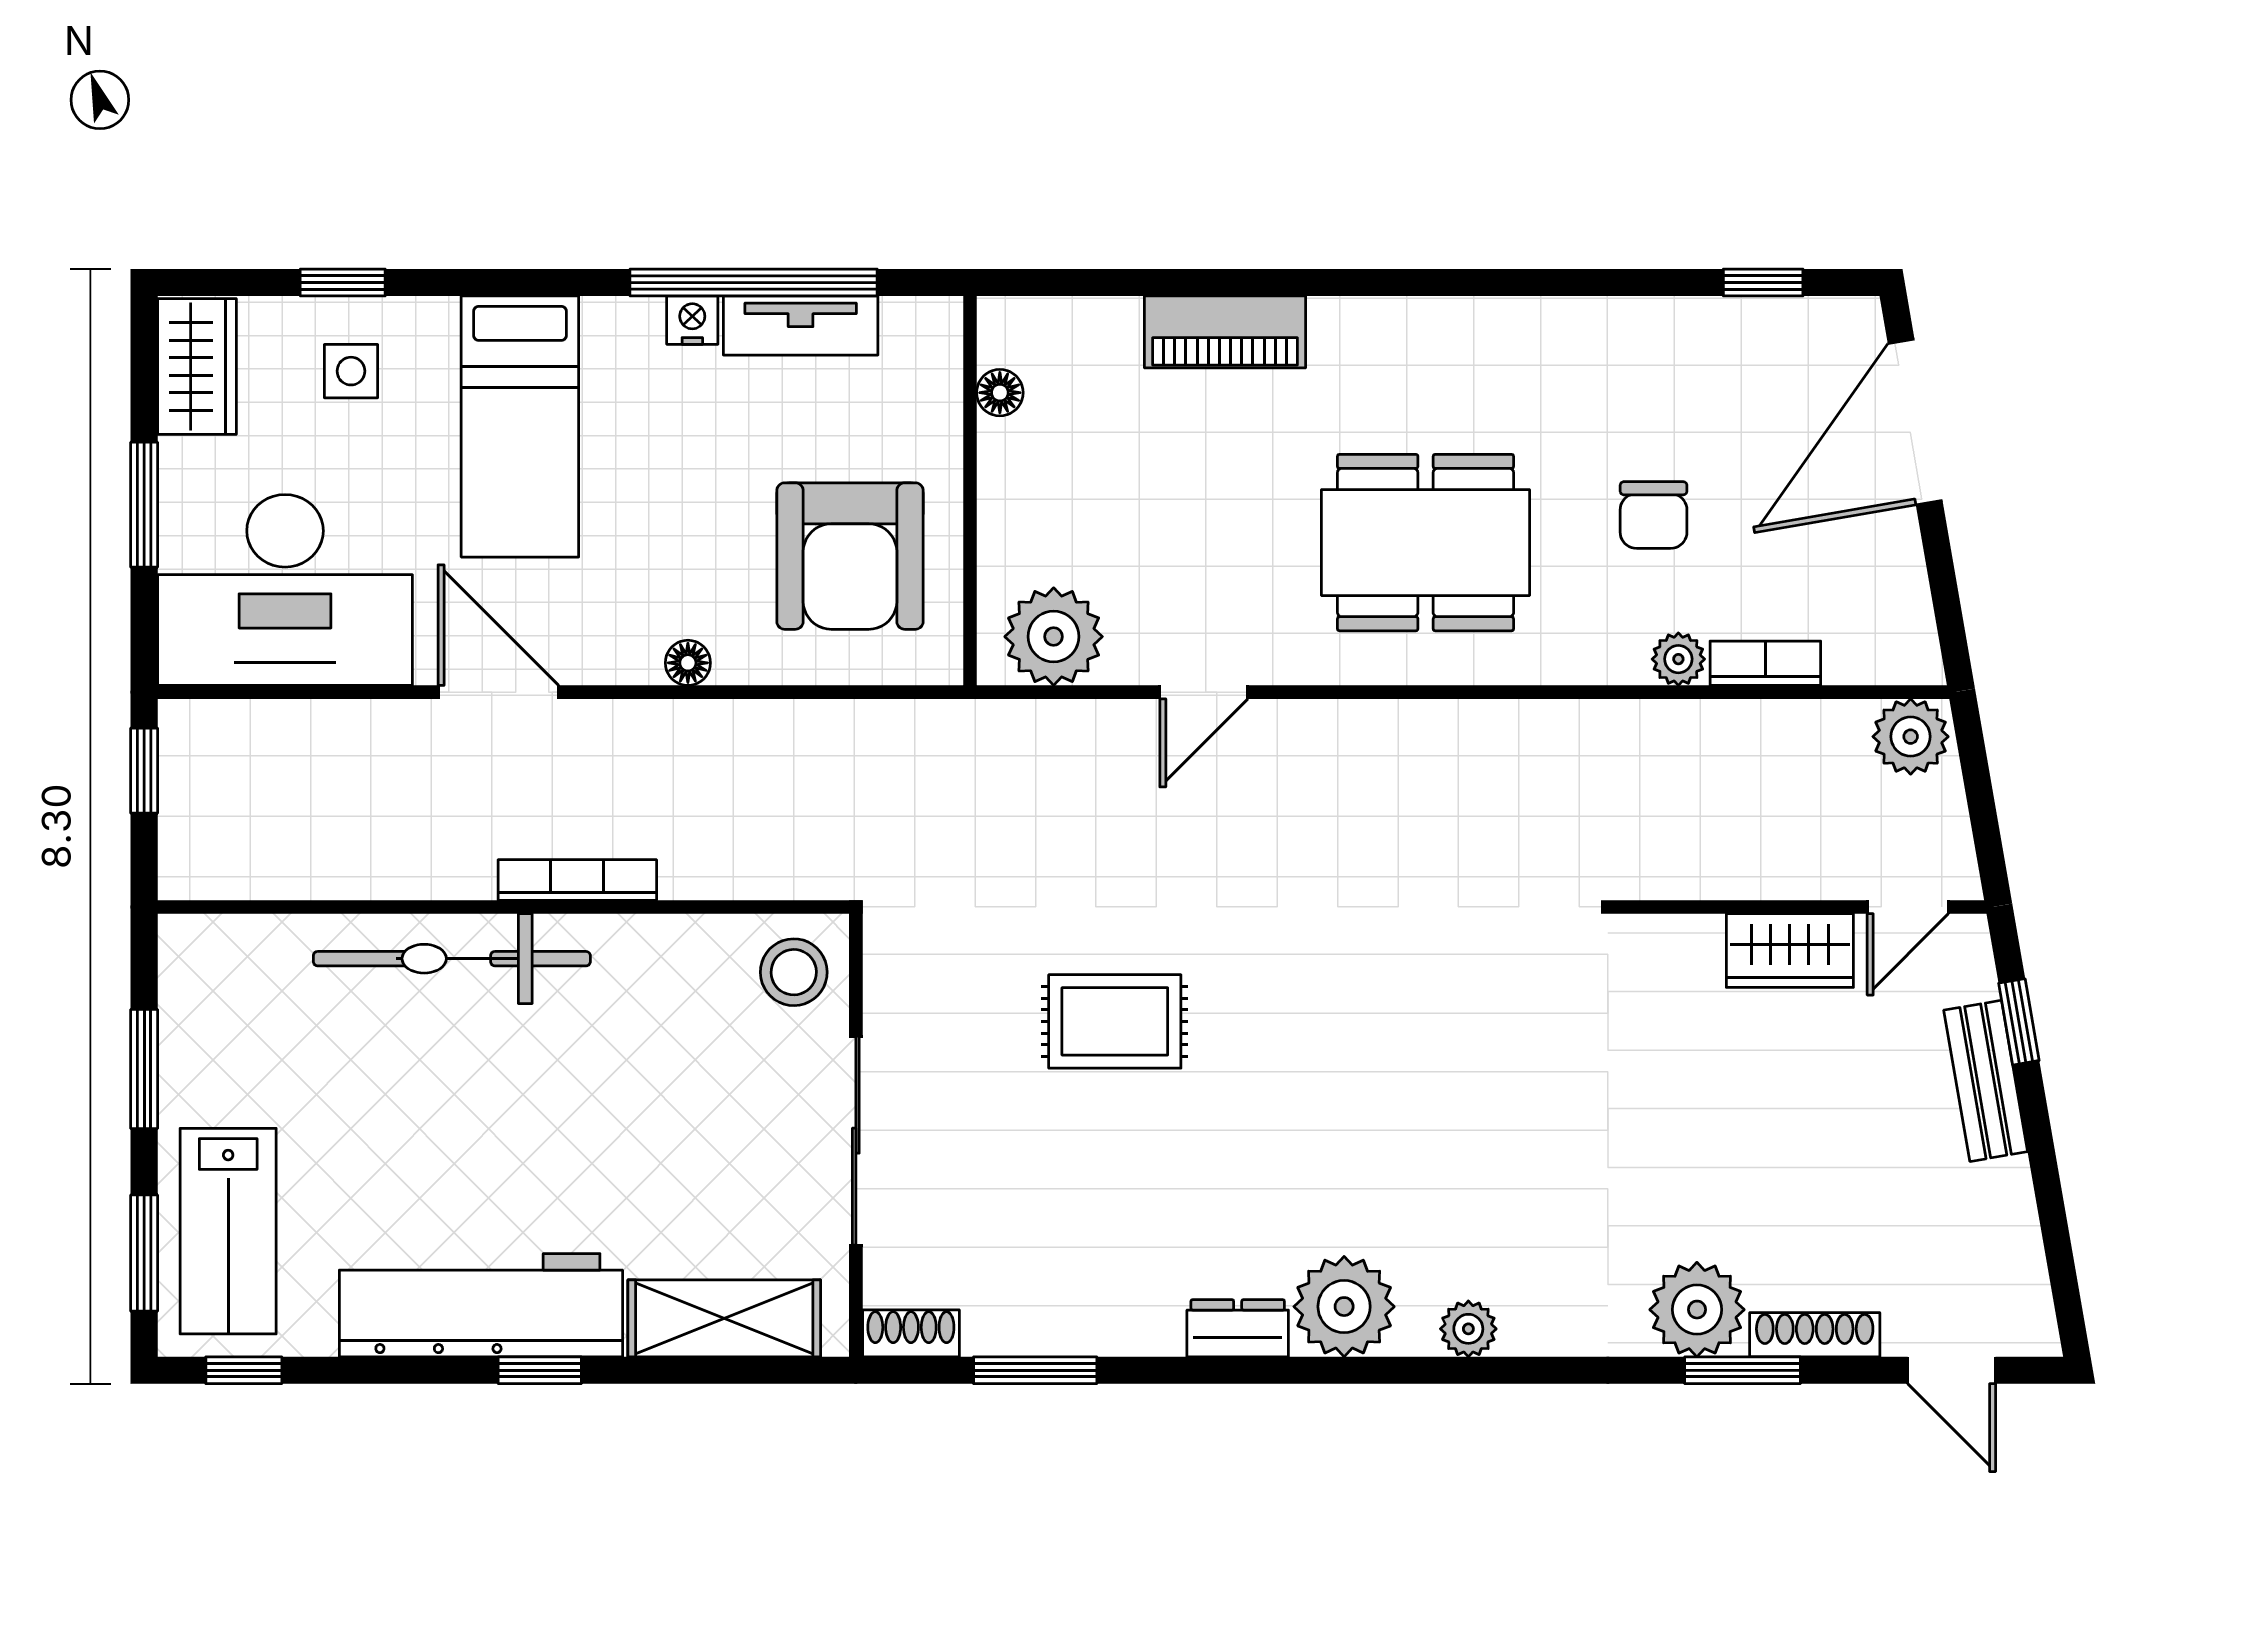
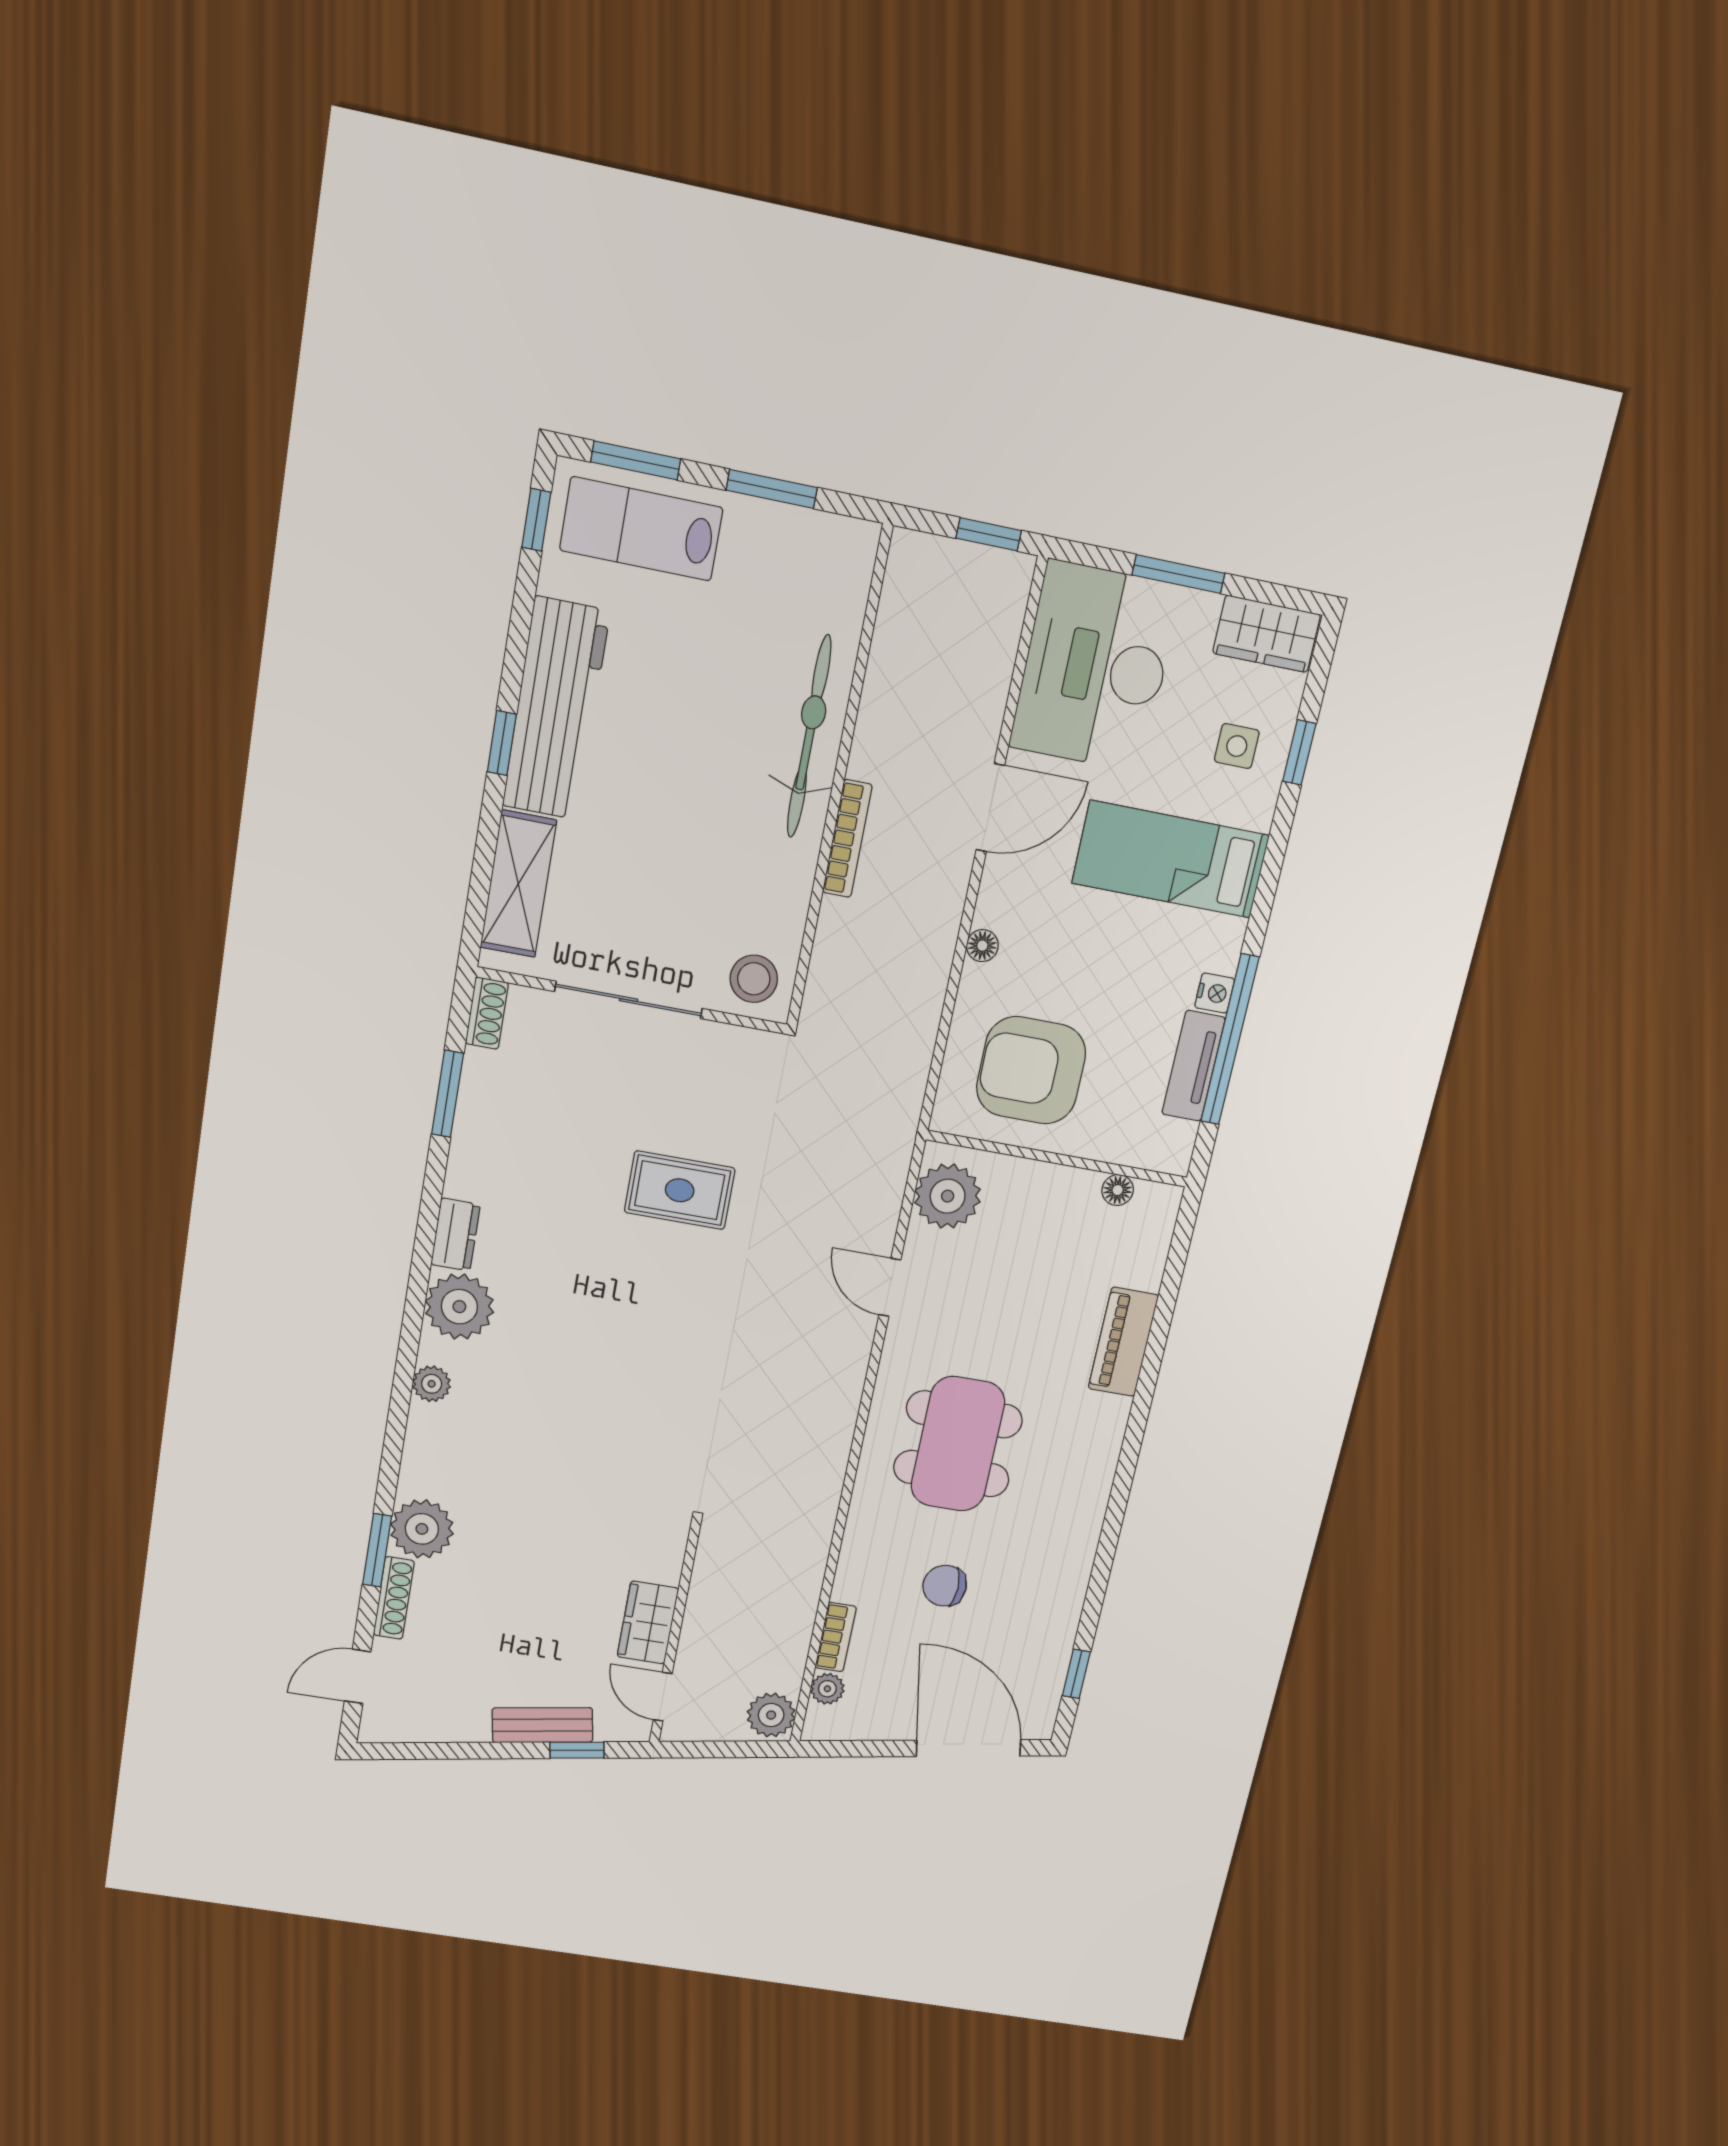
plant: (1678, 659) -> (827, 1689), moved
rug: (1115, 1021) -> (680, 1190), turned 90

